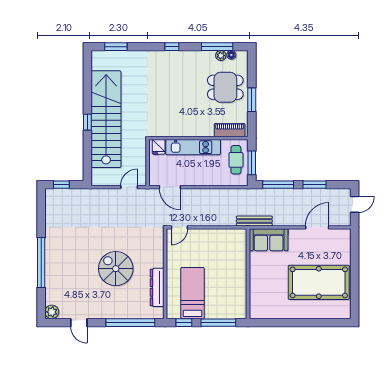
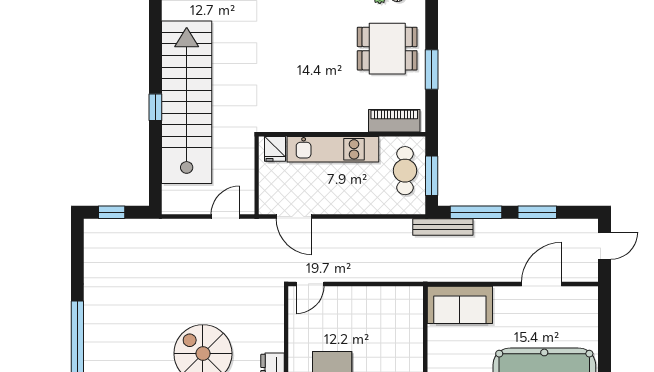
bench: (254, 221) -> (443, 227), moved

